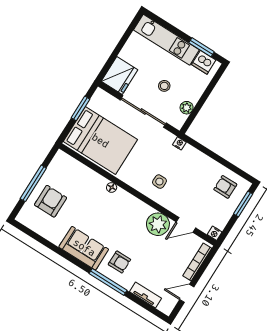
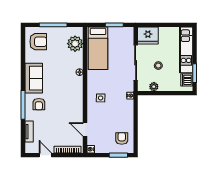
bed: (100, 141) -> (98, 48), width x0.67
armchair: (51, 201) -> (38, 42), moved
plant: (158, 224) -> (75, 44), moved

